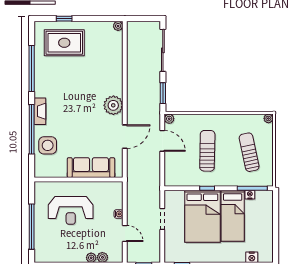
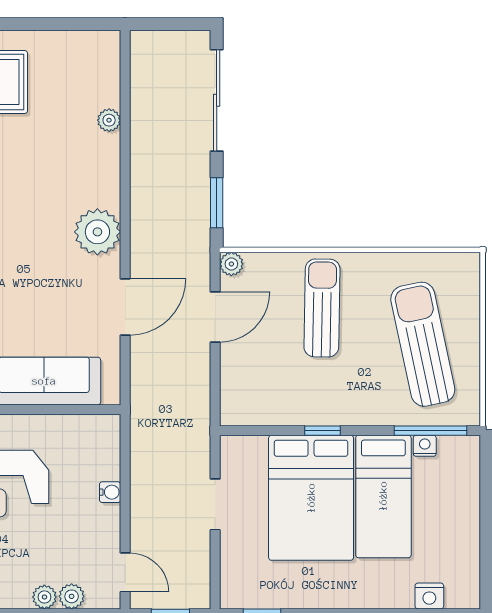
plant: (118, 26) -> (109, 120), moved
plant: (268, 118) -> (469, 263), removed
door: (162, 141) -> (215, 317), hinge flipped
sun lounger: (207, 151) -> (322, 308), moved
sun lounger: (249, 152) -> (423, 344), width x1.36, depth x1.34
door: (125, 233) -> (125, 572), moved

